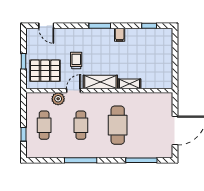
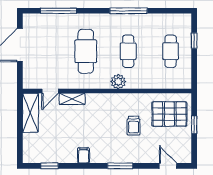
window: (100, 26) -> (120, 166), moved
shelving: (100, 82) -> (30, 113), moved, turned 90
door: (74, 91) -> (50, 91), moved
plant: (58, 99) -> (118, 82), moved

